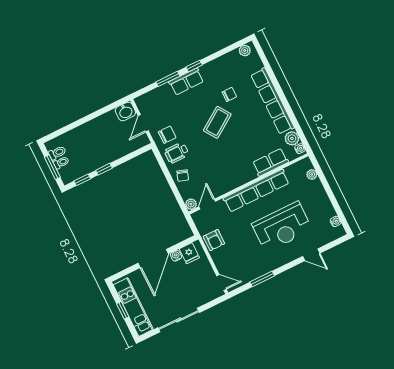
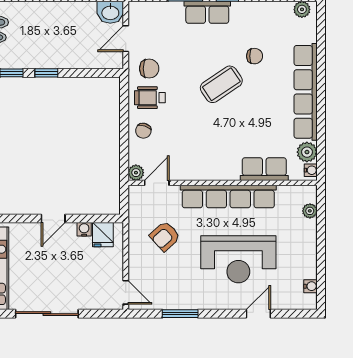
armchair: (214, 240) -> (165, 236), moved, turned 48
door: (311, 255) -> (258, 314), swing flipped
door: (153, 258) -> (53, 218), width x0.53

